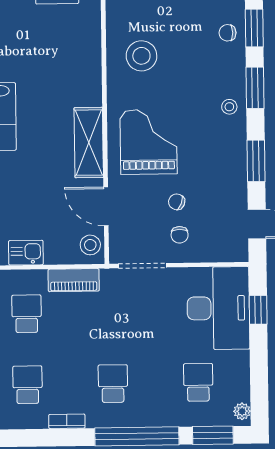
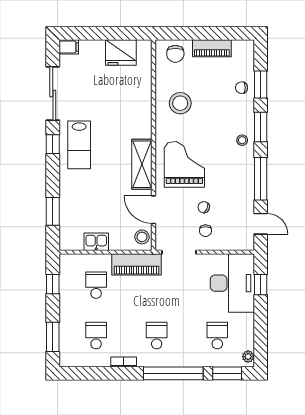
window: (256, 161) -> (261, 179), width x1.44
piano: (74, 280) -> (136, 264), width x1.37, depth x1.33

